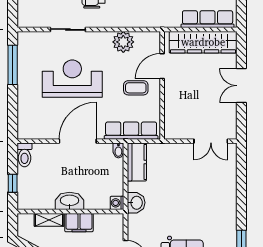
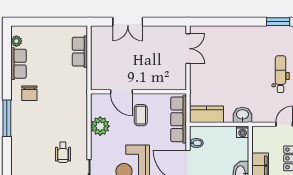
row of seats: (208, 19) -> (80, 52), width x0.68
wardrobe: (203, 42) -> (100, 56), removed
double door: (241, 86) -> (128, 22), moved
bidet: (118, 151) -> (196, 143), moved

